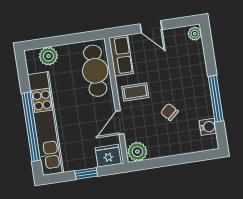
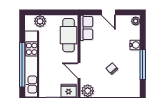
coffee table: (135, 92) -> (92, 53), removed
door: (120, 123) -> (79, 71), hinge flipped
water cooler: (208, 127) -> (135, 45), moved

